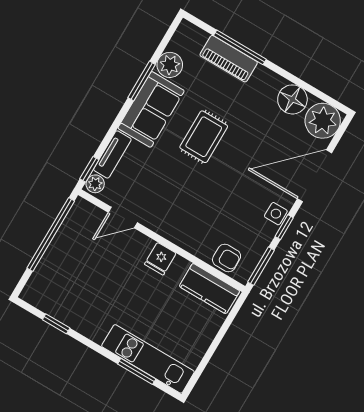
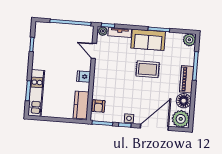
piano: (229, 59) -> (187, 79), moved
plant: (170, 65) -> (189, 40), moved
door: (314, 176) -> (154, 127), hinge flipped

